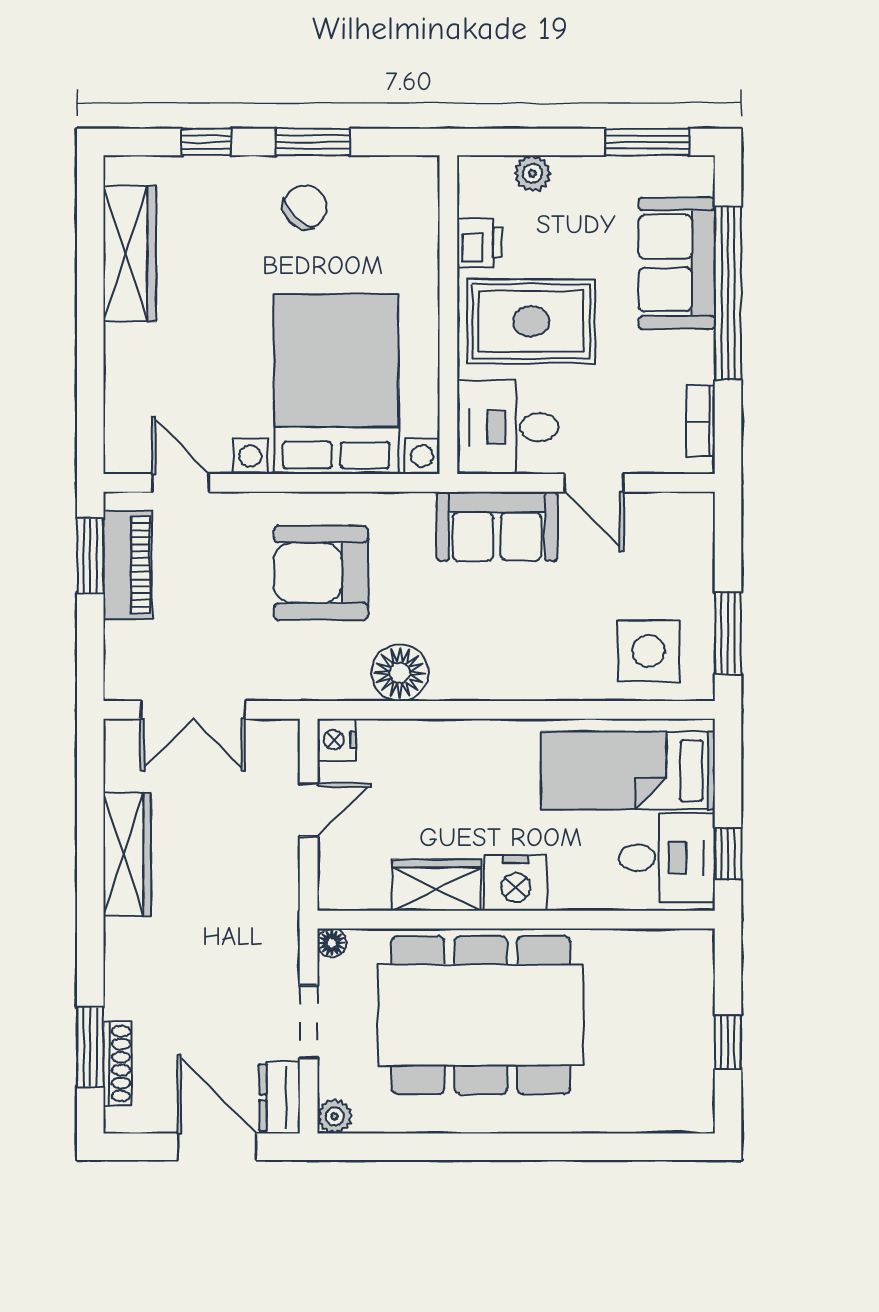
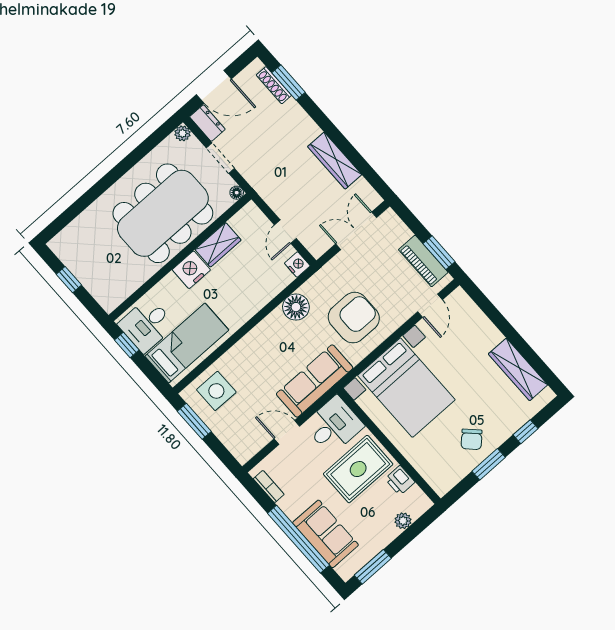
door: (181, 483) -> (430, 306), hinge flipped
sofa: (497, 526) -> (315, 381), width x1.36

